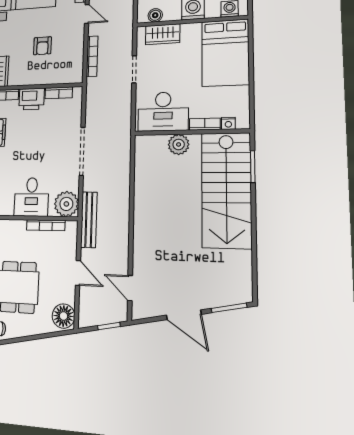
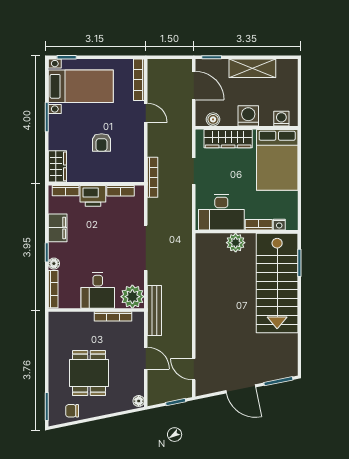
wardrobe: (163, 34) -> (228, 139), width x1.50
bookcase: (92, 56) -> (153, 177), moved
floor lamp: (63, 316) -> (139, 401), width x0.53, depth x0.53

